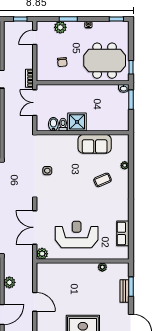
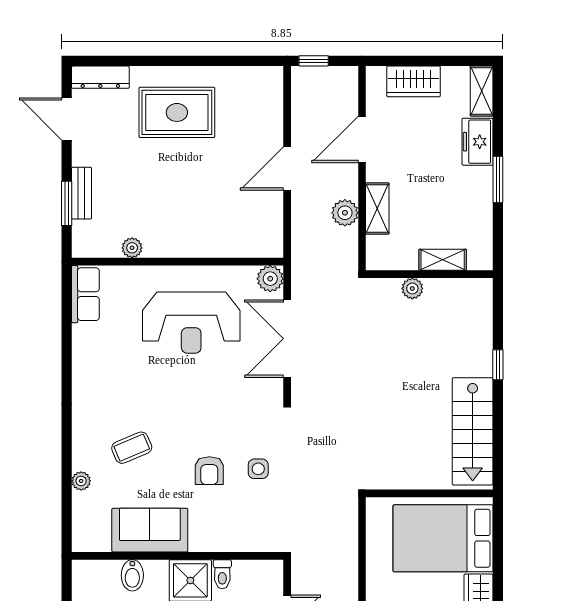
bidet: (53, 124) -> (132, 575), moved
armchair: (69, 170) -> (209, 471), added
double door: (35, 227) -> (287, 339), swing flipped
row of seats: (123, 233) -> (85, 294), moved
door: (35, 302) -> (287, 168), hinge flipped

